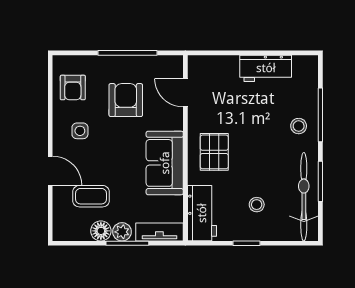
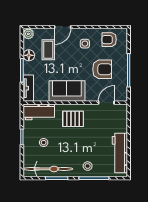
workbench: (266, 68) -> (120, 153), width x1.38
plant: (122, 232) -> (28, 34), moved

